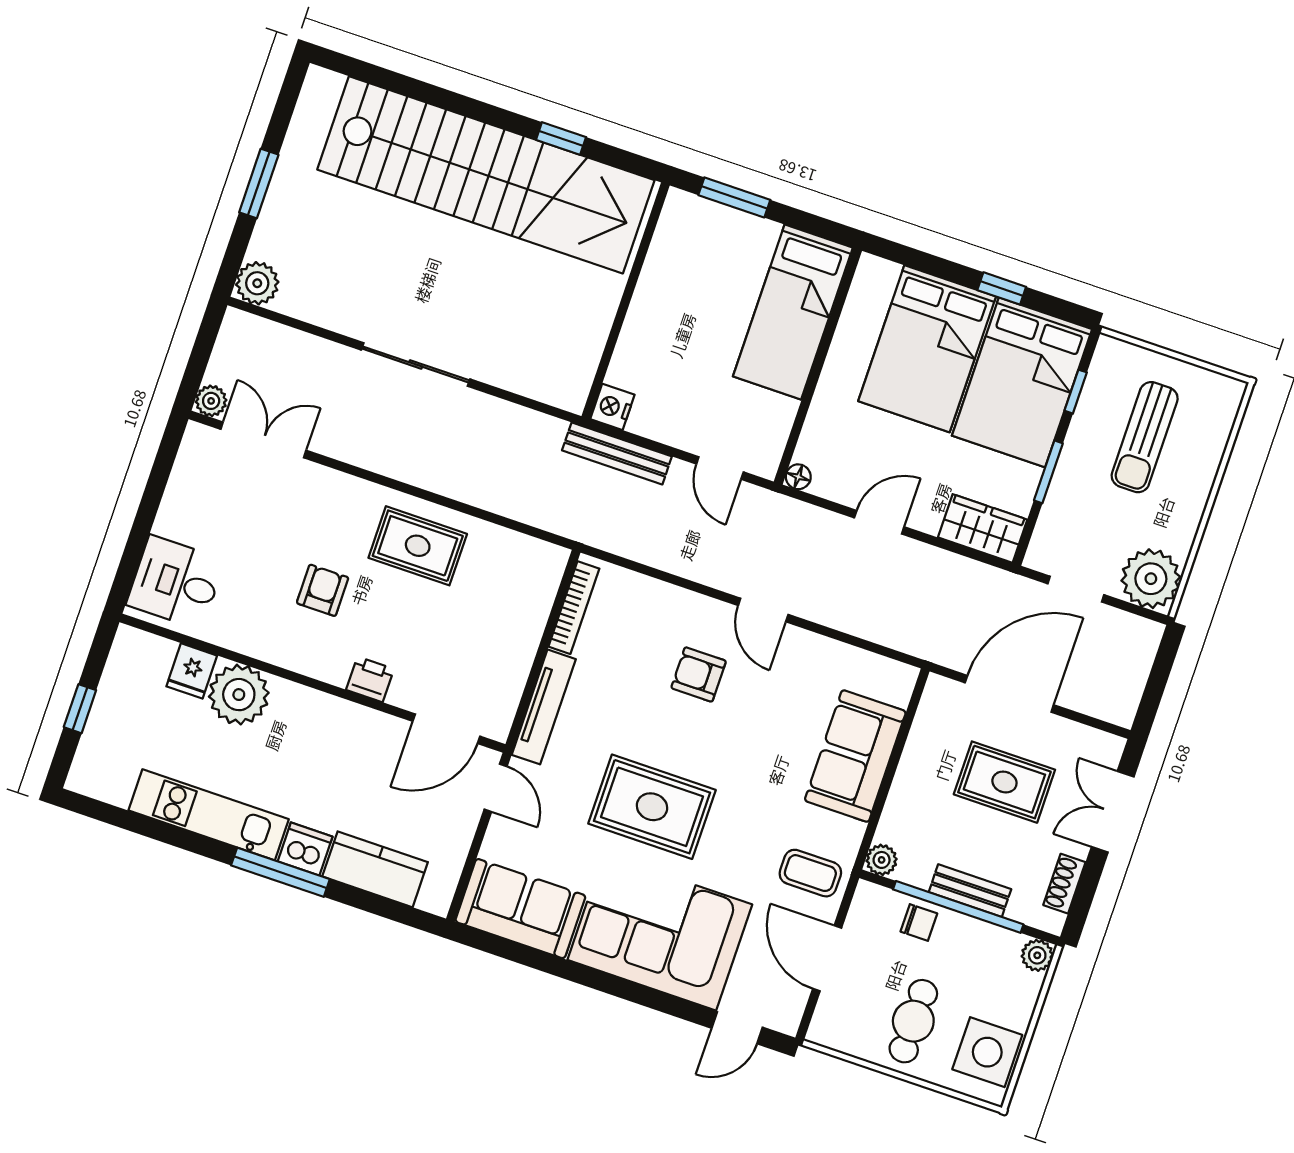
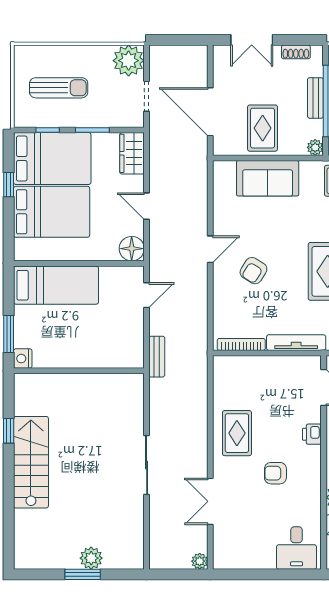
stairs: (486, 175) -> (31, 462), width x0.54, depth x0.66
plant: (257, 283) -> (91, 558), moved
nightstand: (612, 407) -> (23, 359), moved, turned 90
double door: (263, 440) -> (210, 501), moved
bench: (617, 453) -> (157, 357), width x0.73
floor lamp: (798, 477) -> (132, 249), width x1.89, depth x1.89
armchair: (699, 674) -> (253, 271), turned 32
rug: (1004, 782) -> (263, 128), moved

